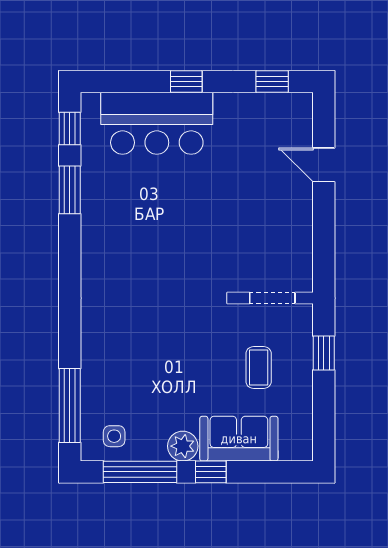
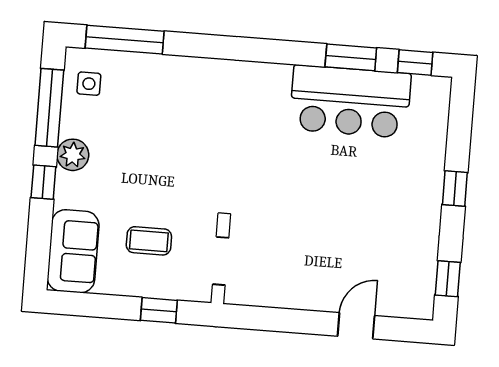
bar counter: (157, 123) -> (350, 101), moved, turned -90
sofa: (239, 439) -> (73, 251), moved

